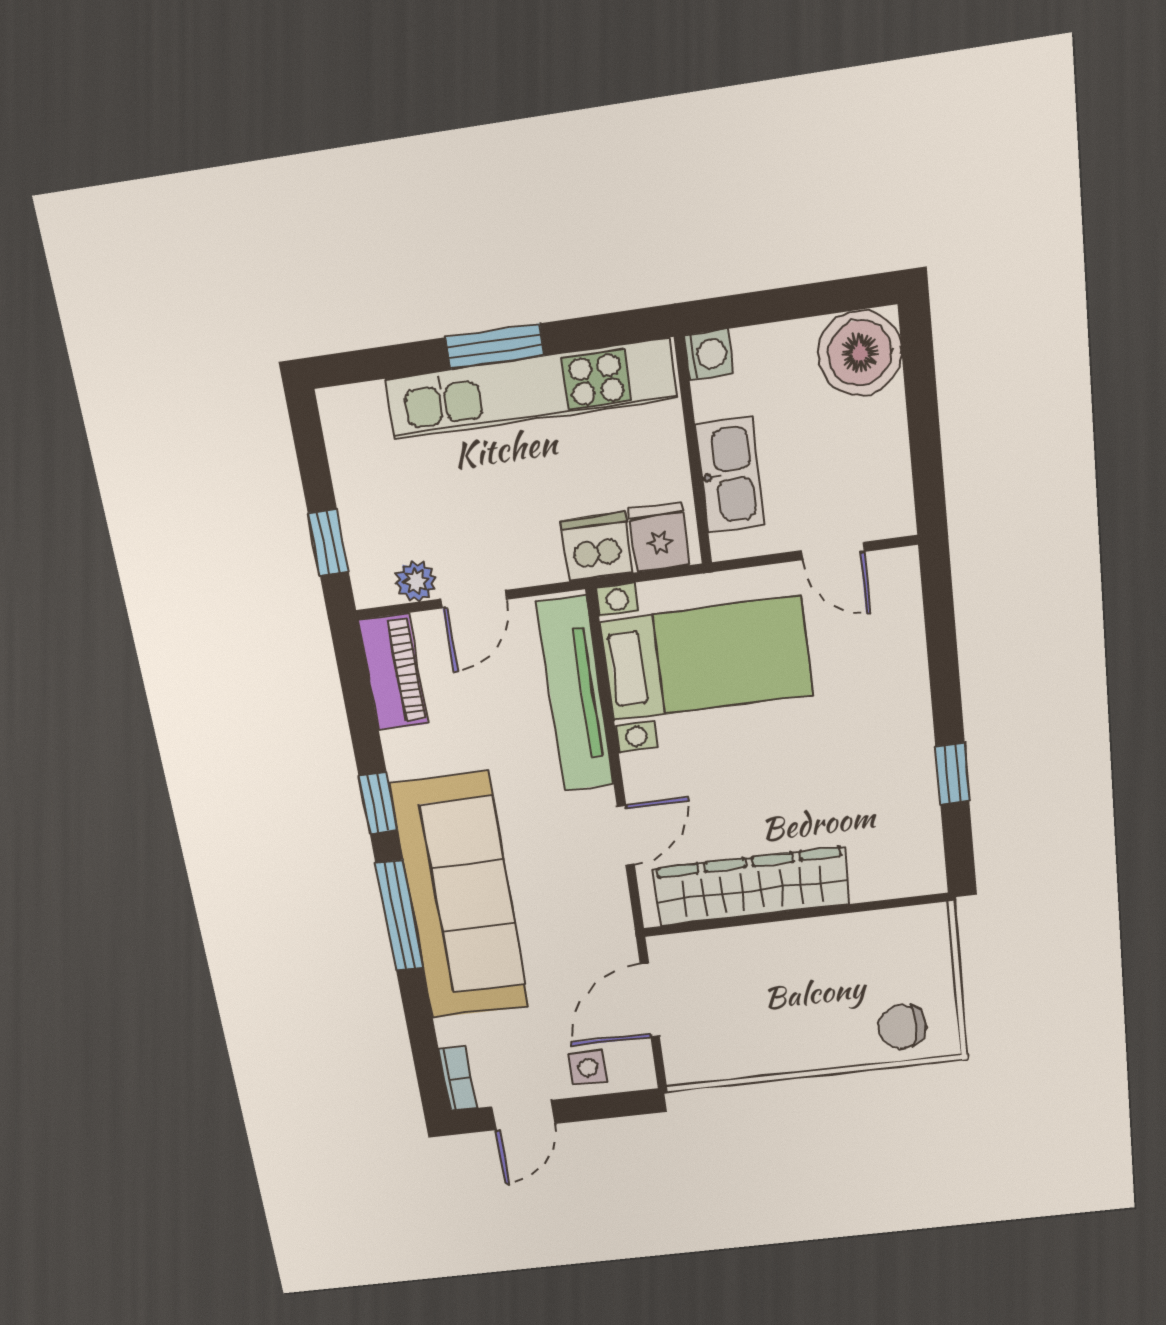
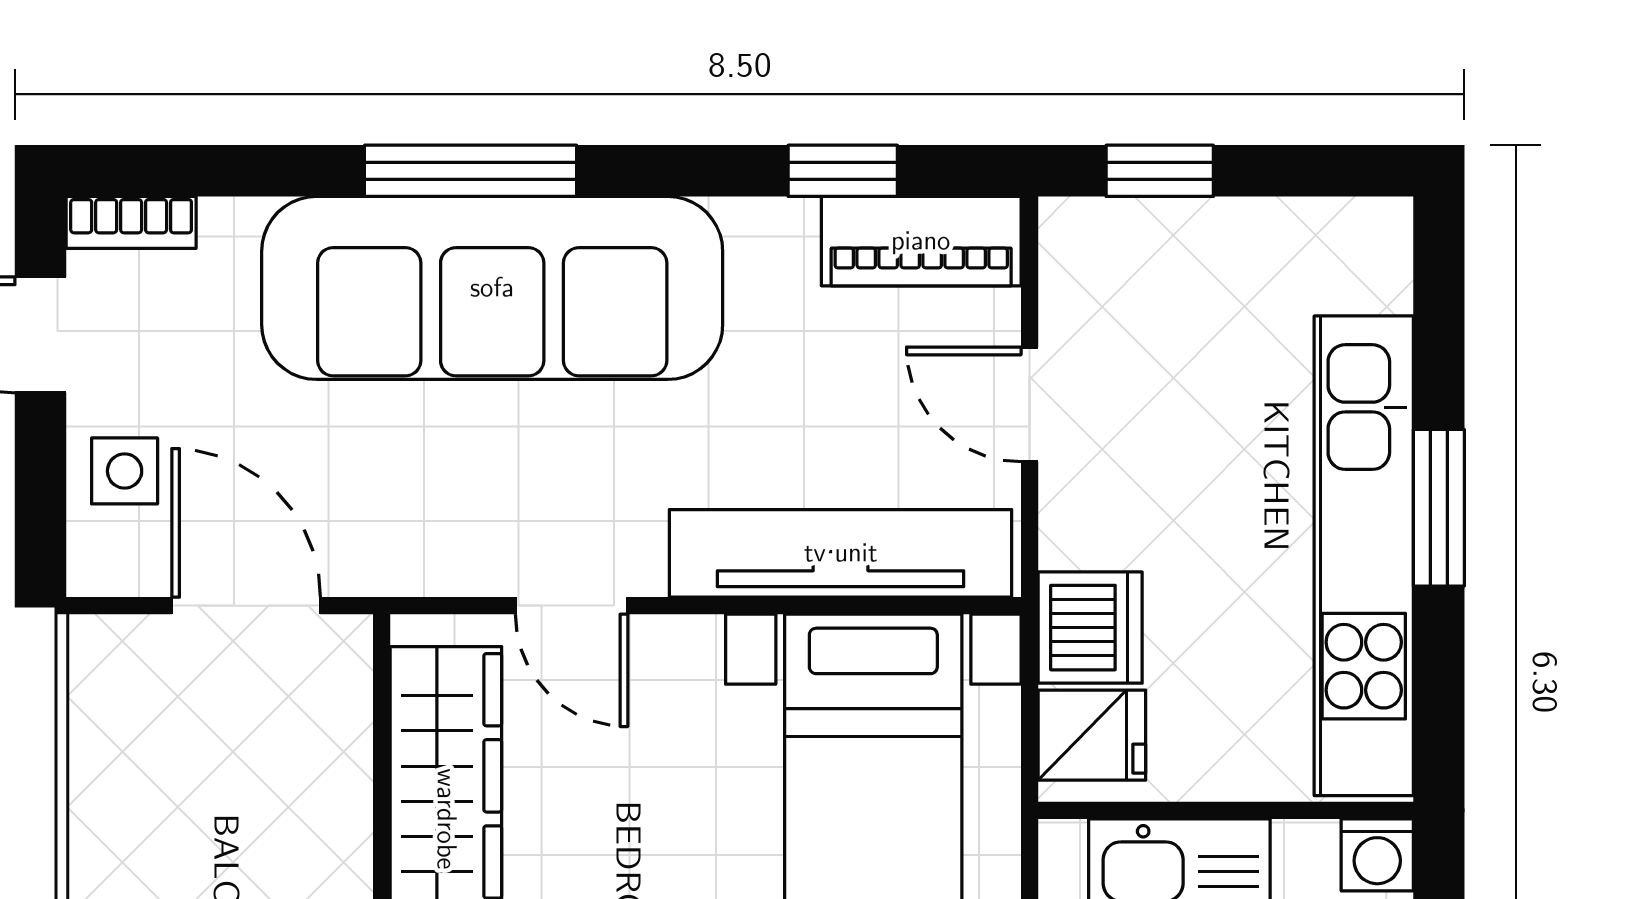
plant: (416, 581) -> (1074, 309), removed
window: (378, 803) -> (843, 171), moved

